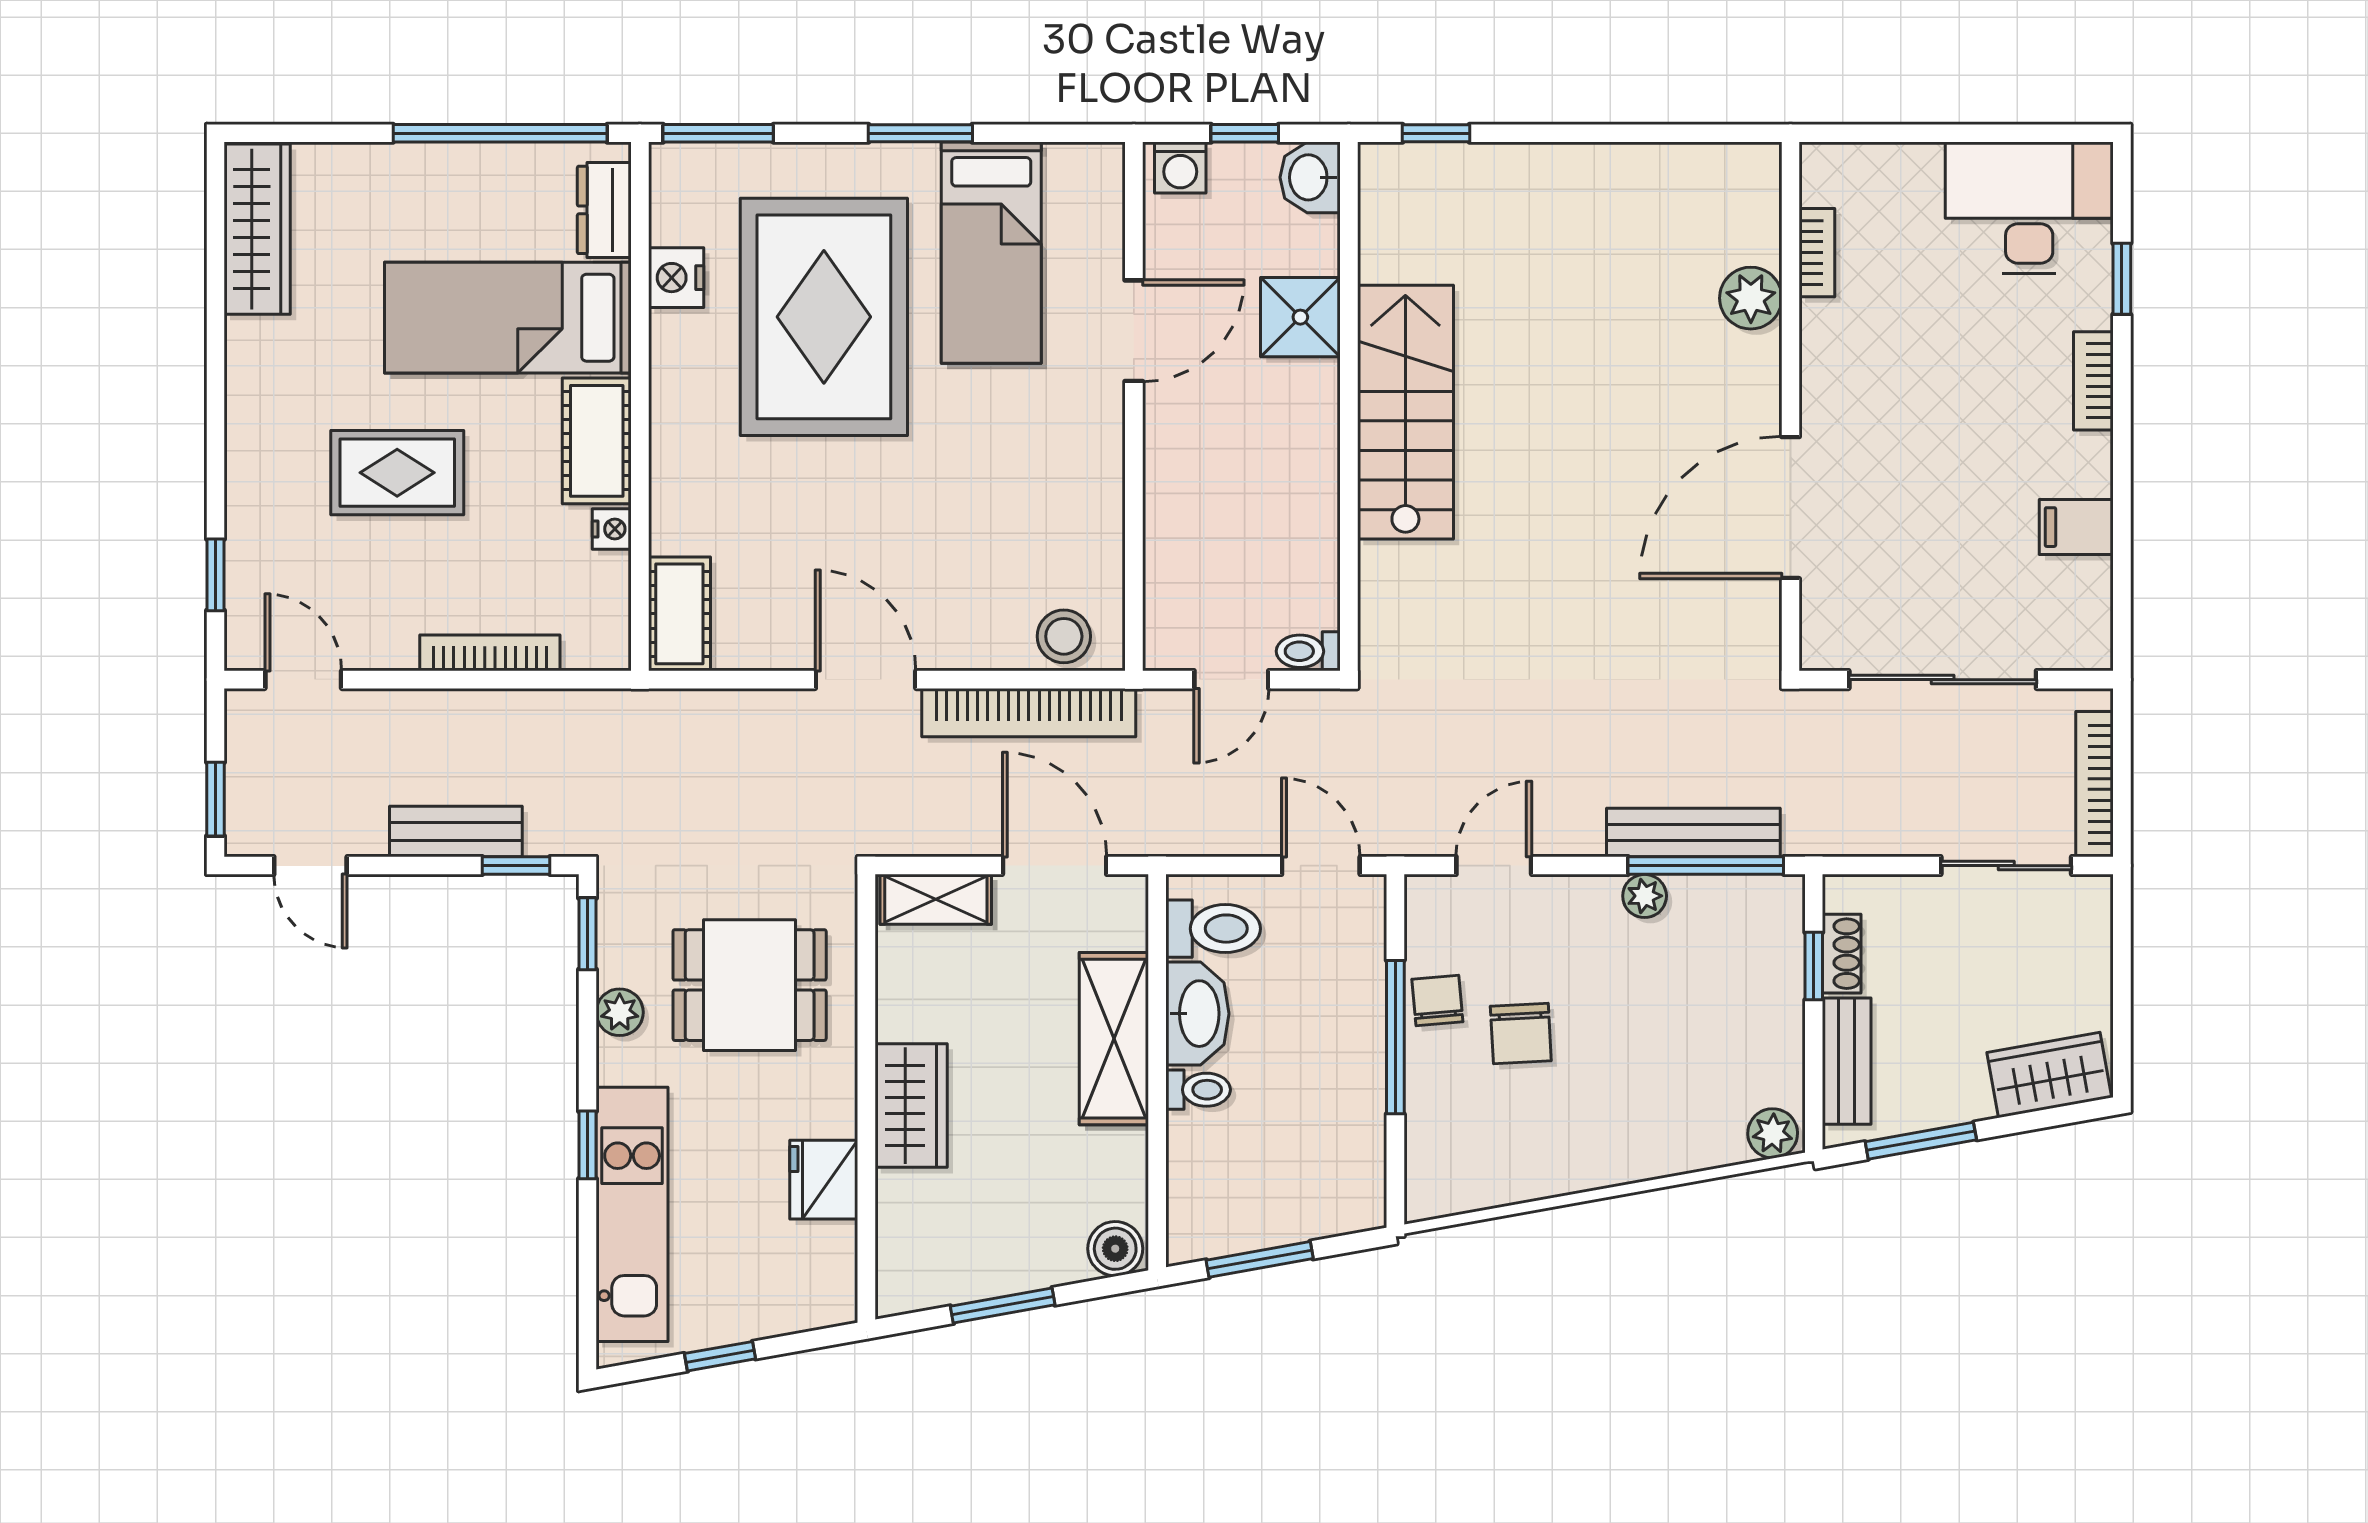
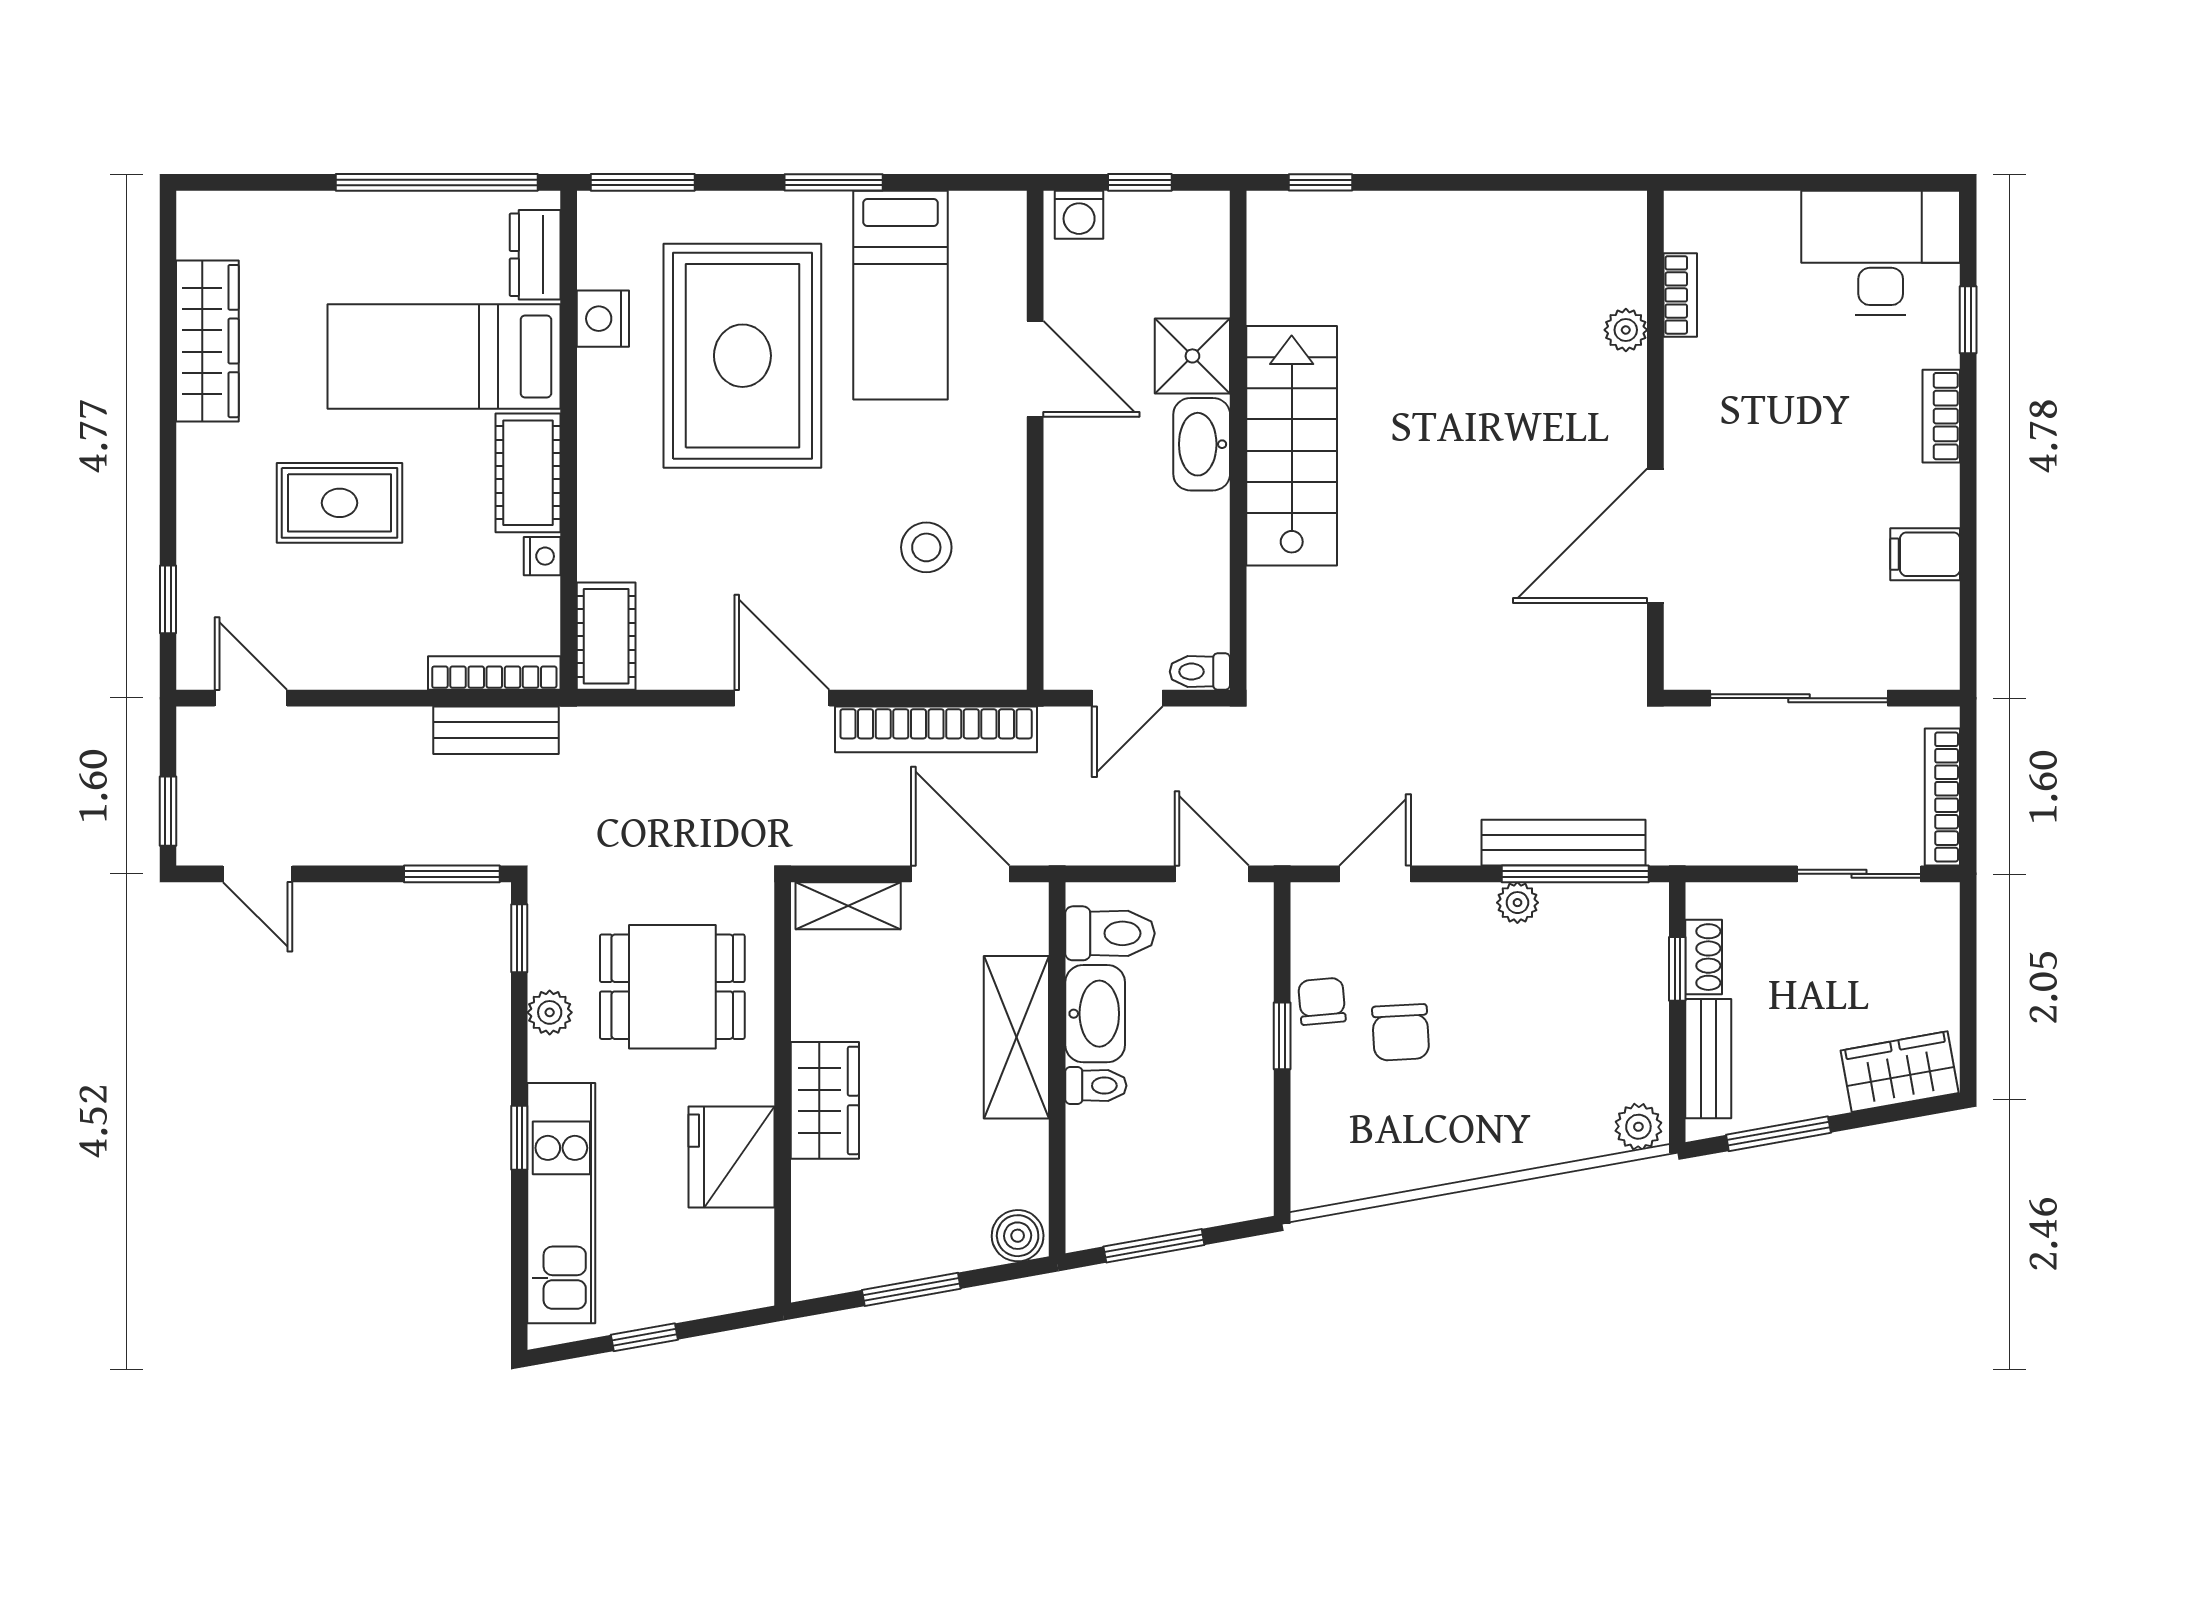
washbasin: (1310, 177) -> (1202, 444), moved, width x1.38
wardrobe: (257, 229) -> (207, 341), moved
plant: (1751, 298) -> (1626, 330), width x0.73, depth x0.73
door: (1134, 331) -> (1035, 369), hinge flipped
stool: (1064, 636) -> (926, 547), moved
bookcase: (490, 653) -> (494, 673), moved
bench: (456, 832) -> (496, 730), moved
window: (516, 866) -> (452, 874), width x1.50
window: (1395, 1037) -> (1282, 1036), width x0.46
fridge: (824, 1180) -> (732, 1157), width x1.36, depth x1.34

